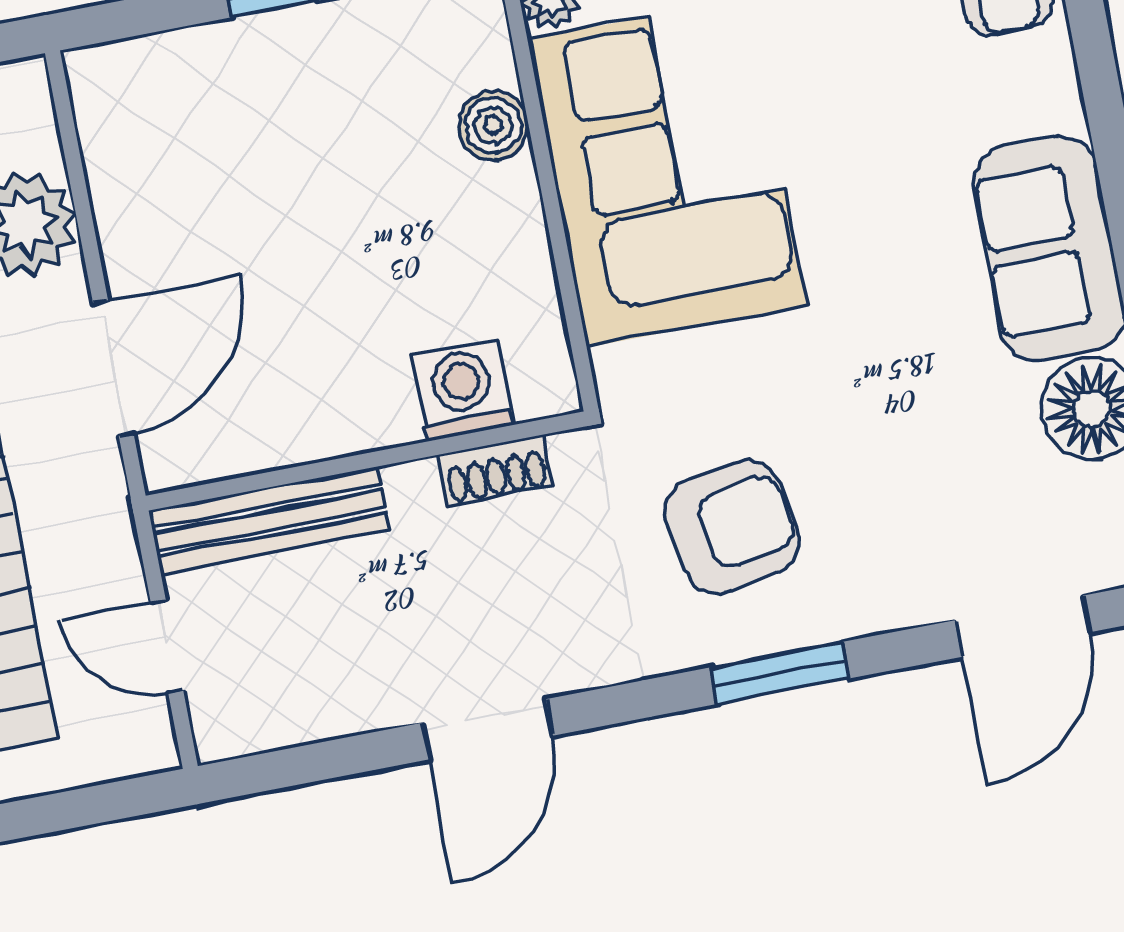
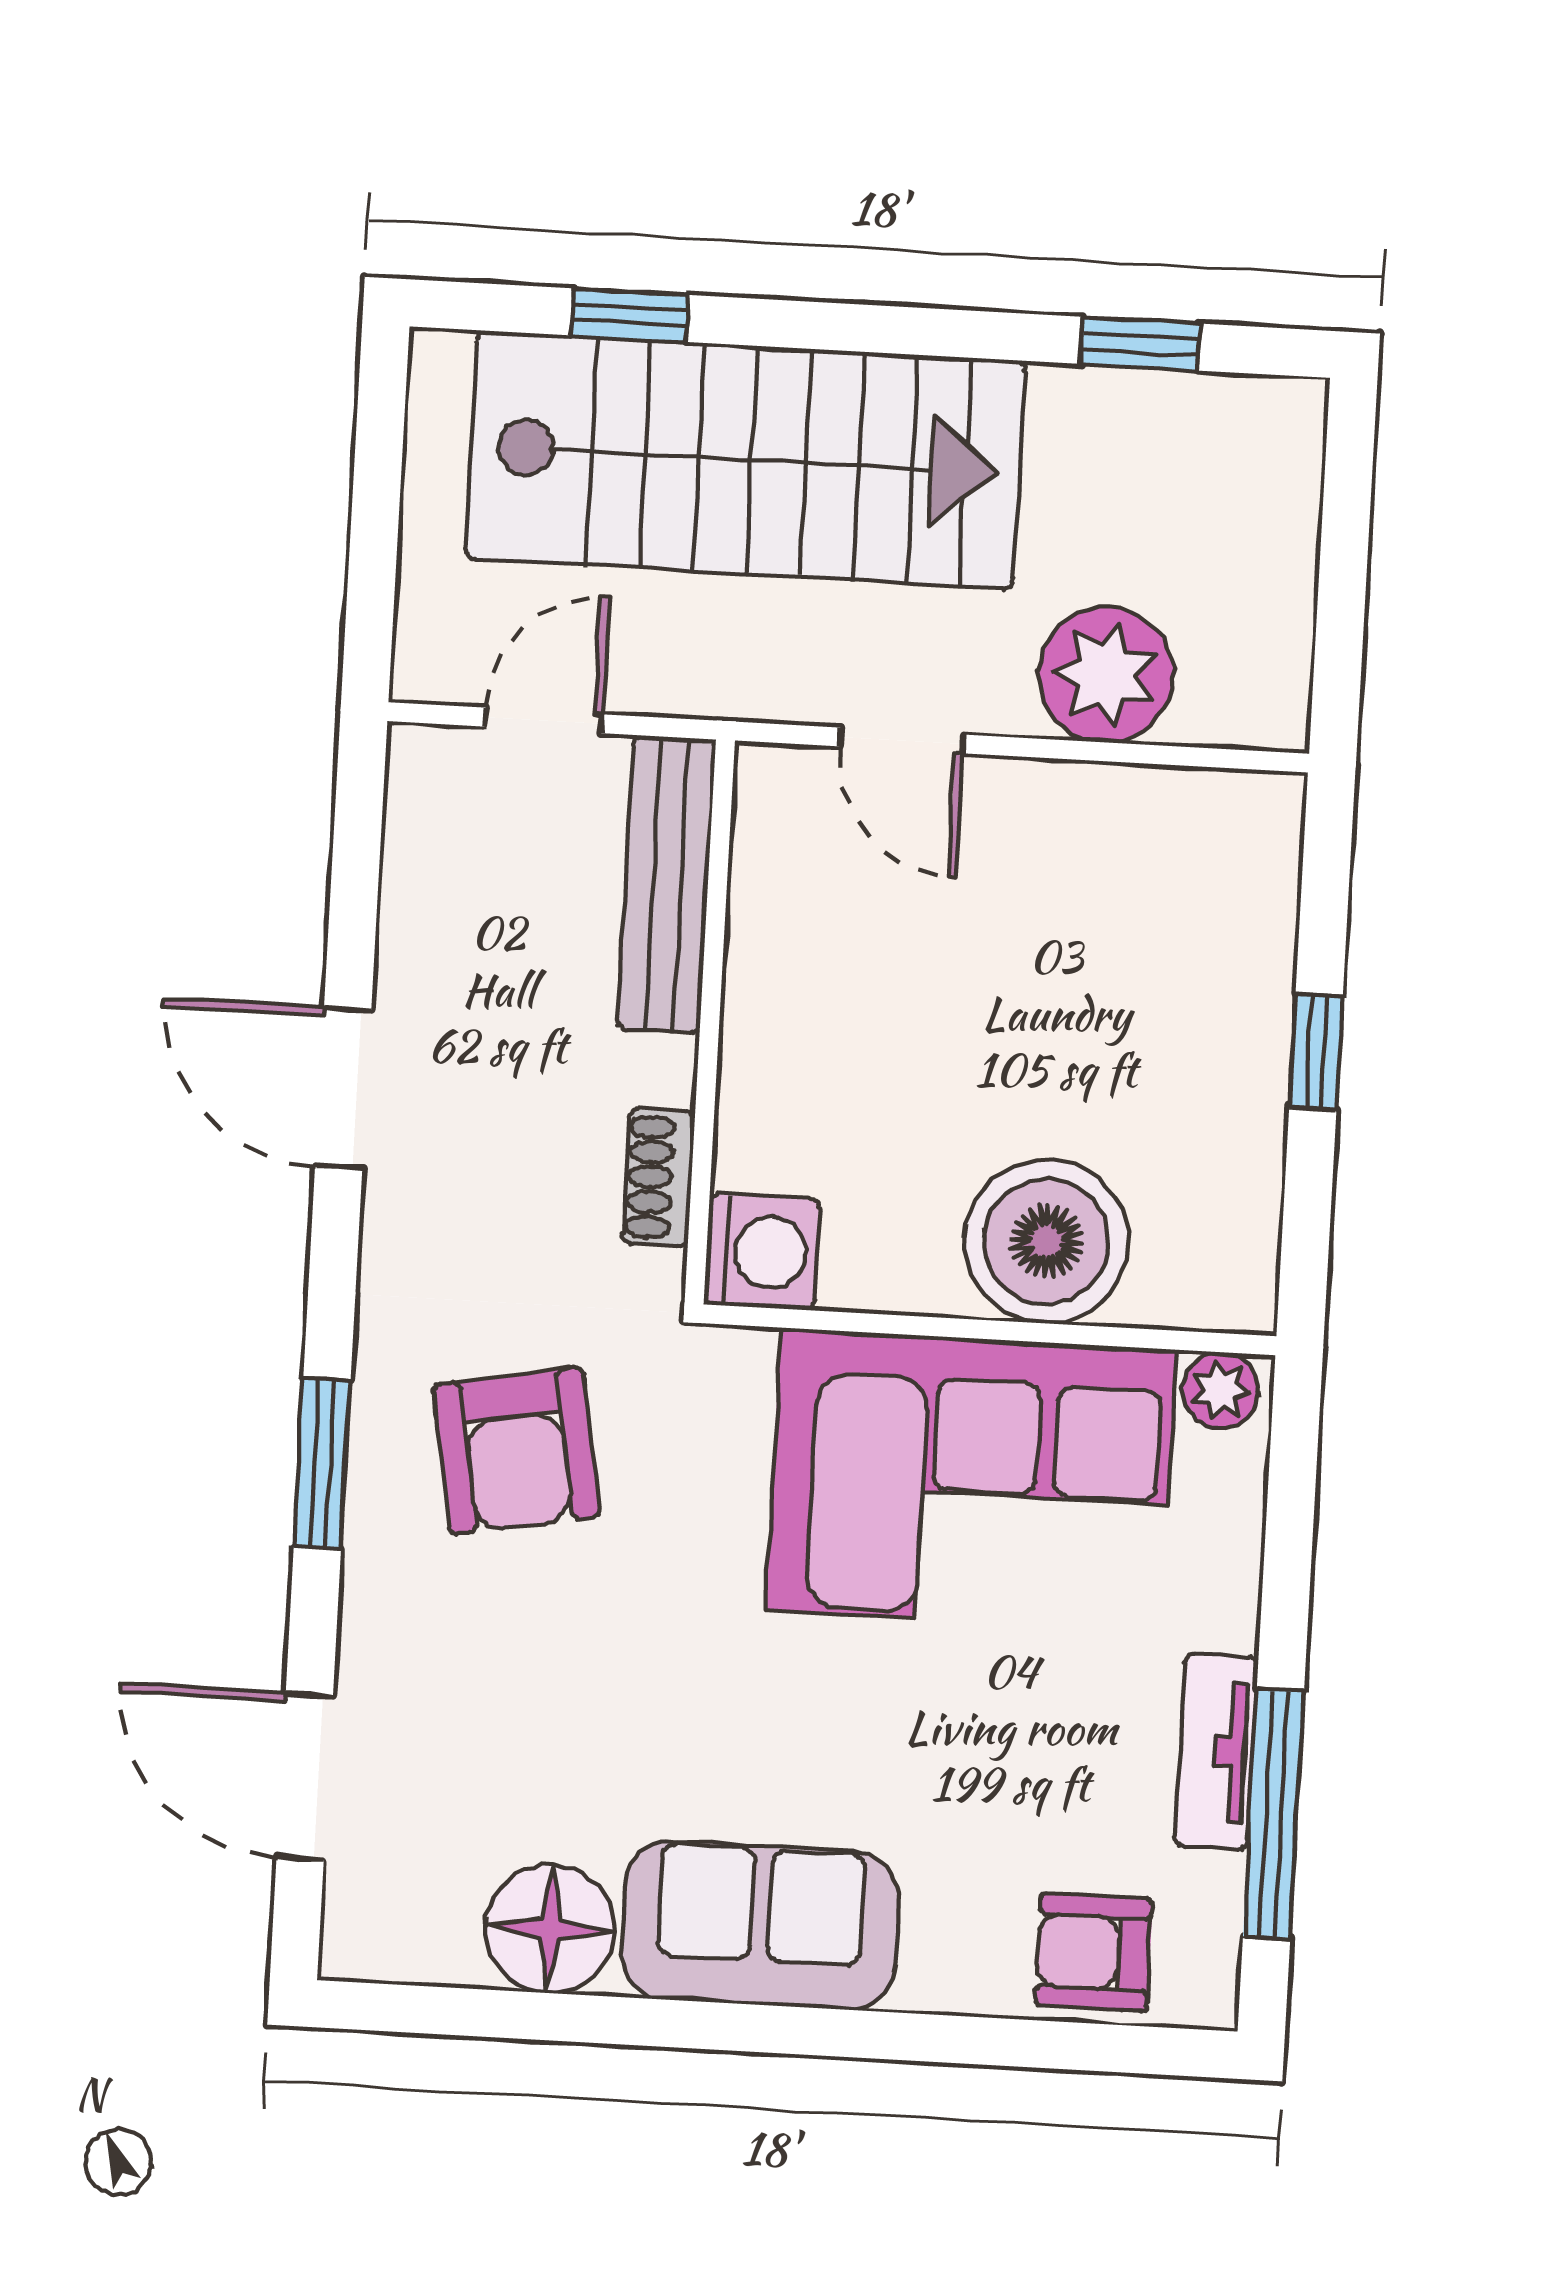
boiler: (493, 125) -> (1047, 1241), width x1.86, depth x1.86
door: (113, 368) -> (902, 740), width x0.73
washing machine: (462, 390) -> (762, 1252), moved

